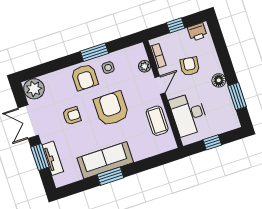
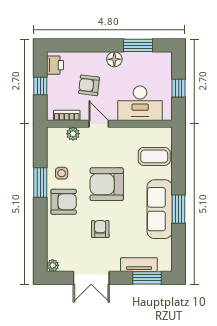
plant: (34, 89) -> (53, 265), width x0.53, depth x0.53
coffee table: (157, 121) -> (154, 156), moved
window: (40, 157) -> (147, 278), moved

